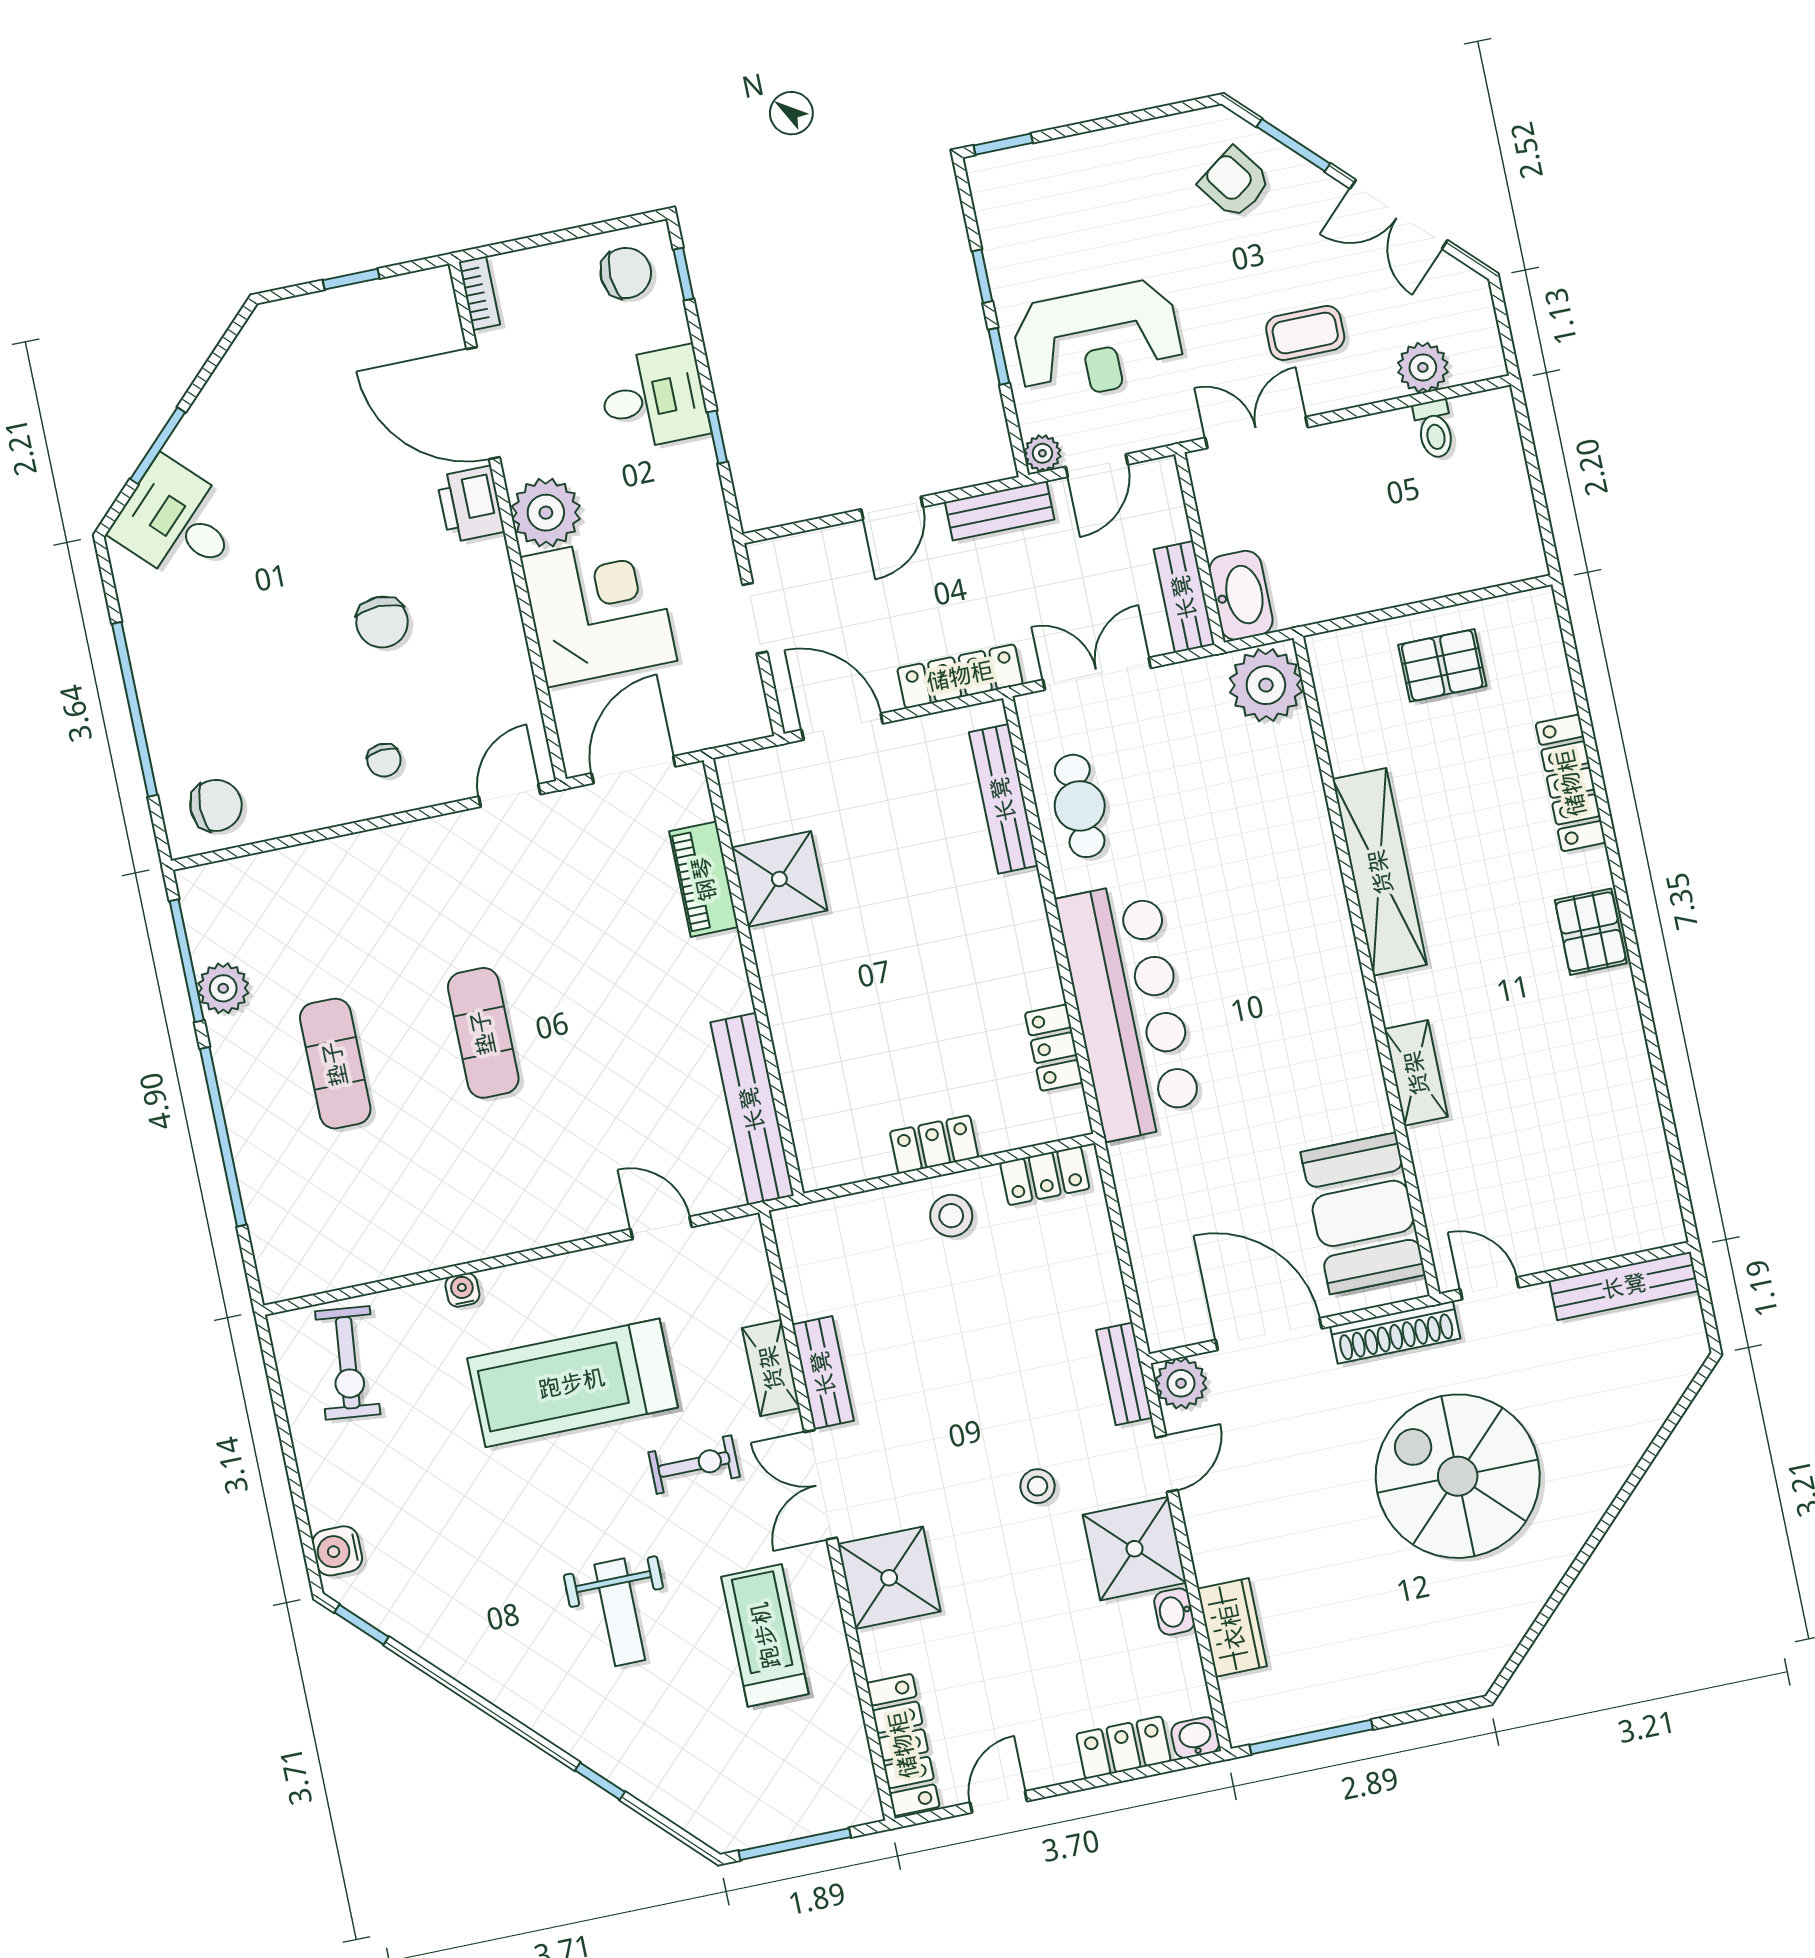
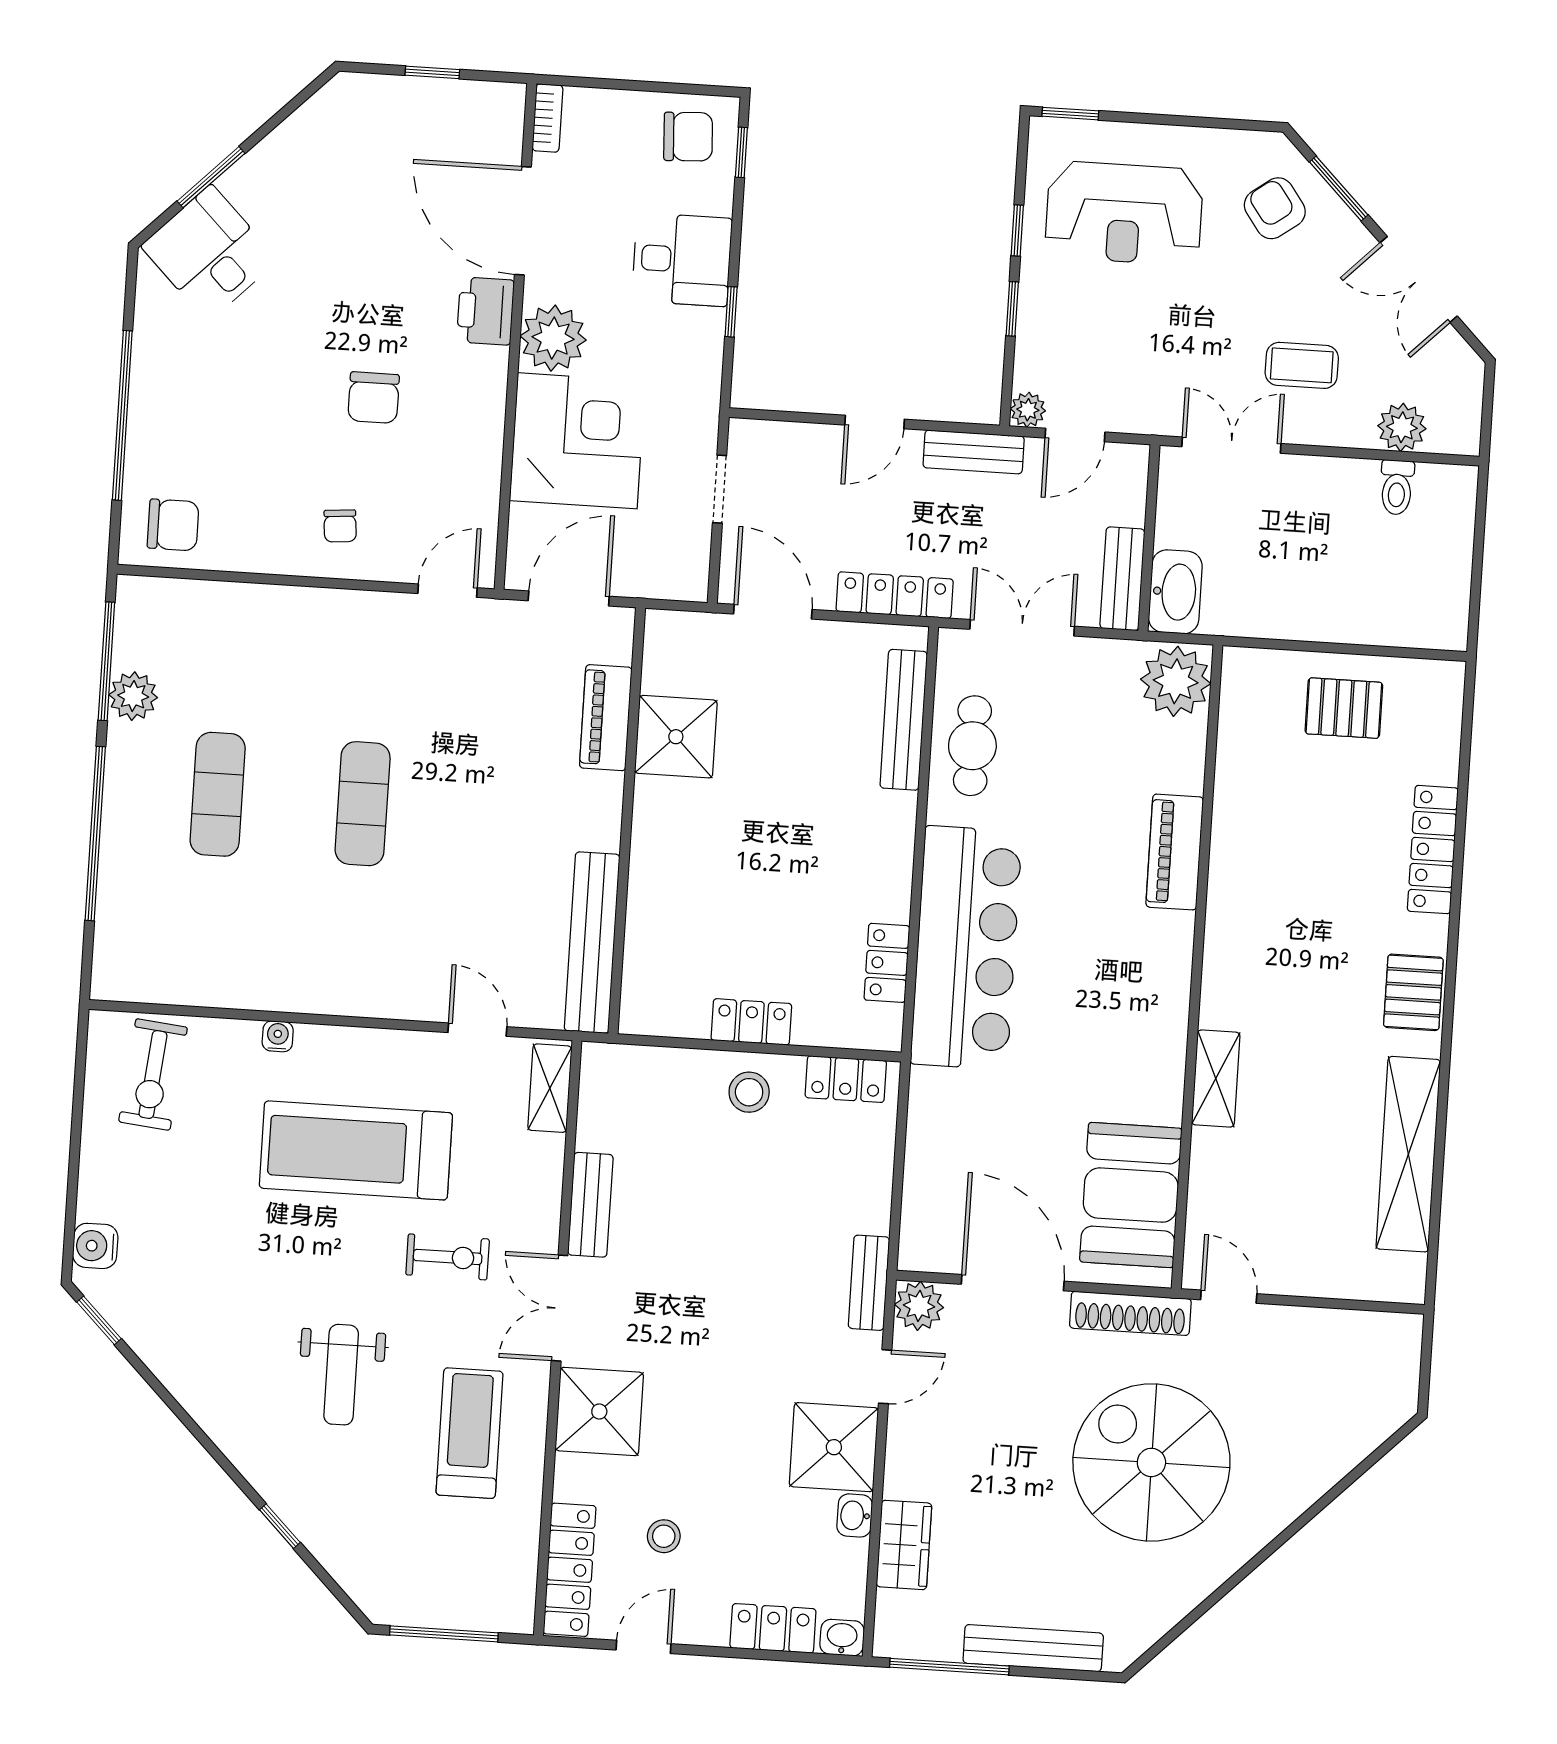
reception desk: (1098, 341) -> (1124, 213), moved
piano: (1312, 857) -> (1175, 852), added
shelving: (1380, 872) -> (1408, 1154), moved
bench: (1624, 1286) -> (1033, 1648), moved
shelving: (771, 1368) -> (550, 1088), moved
stool: (1038, 1486) -> (664, 1536), moved

